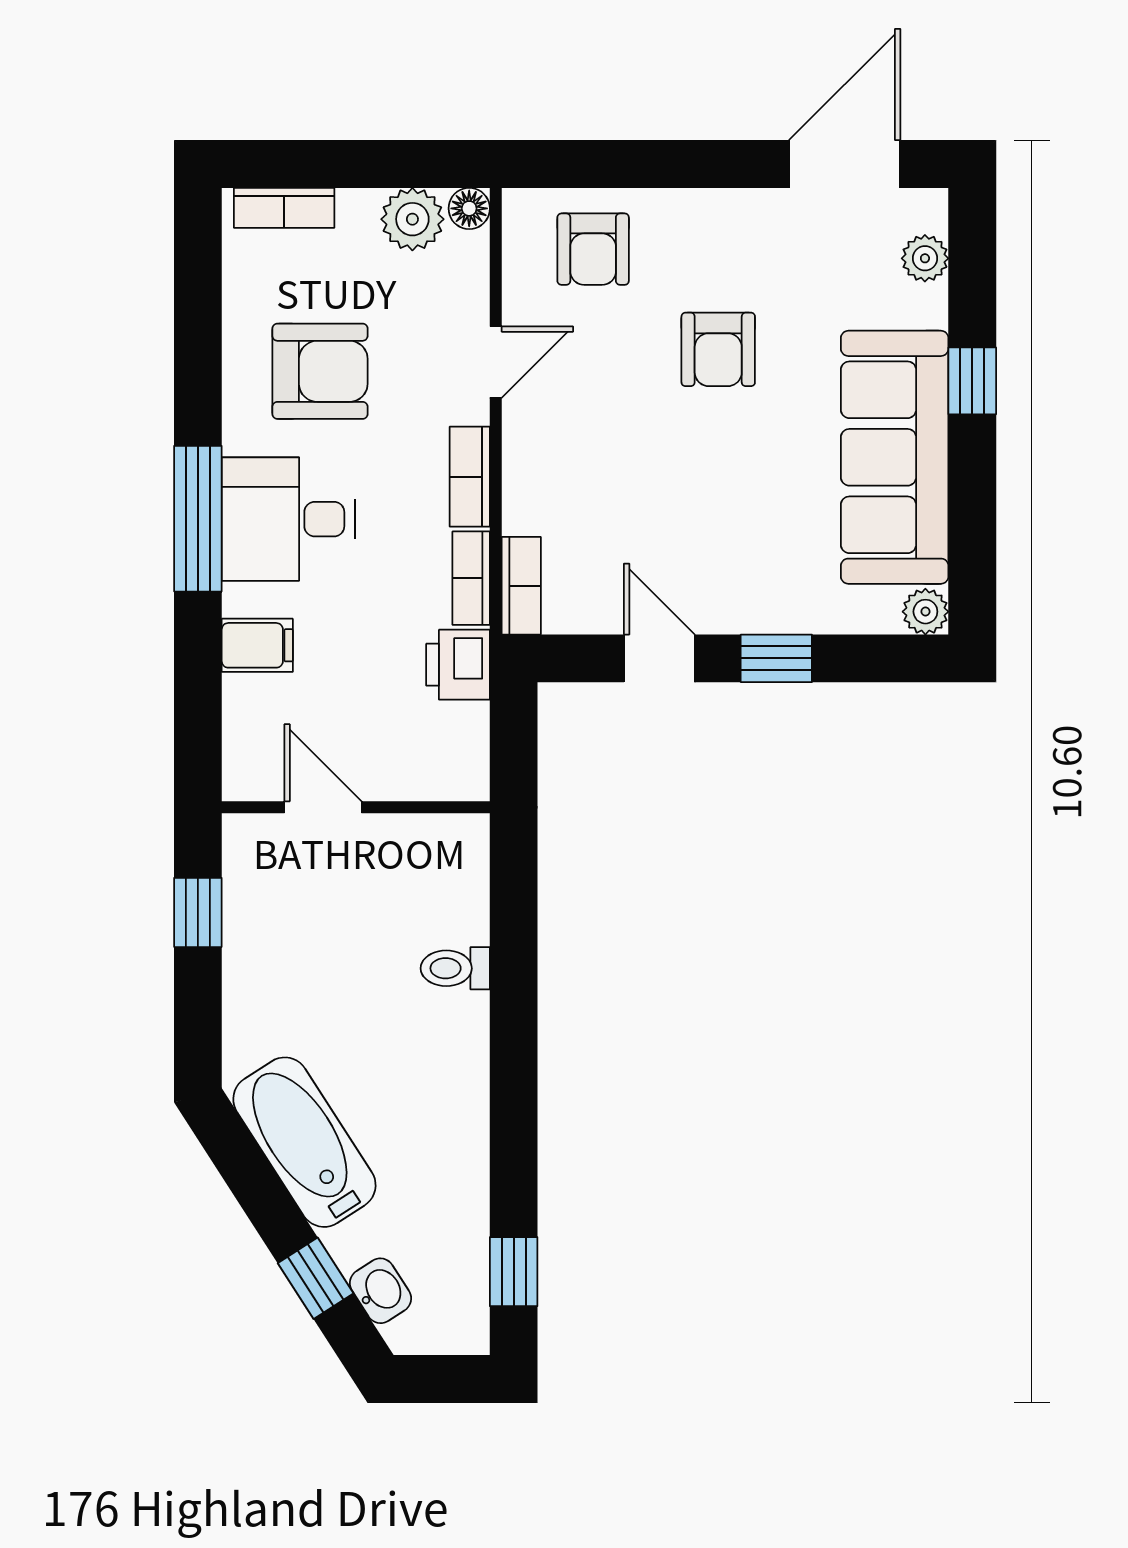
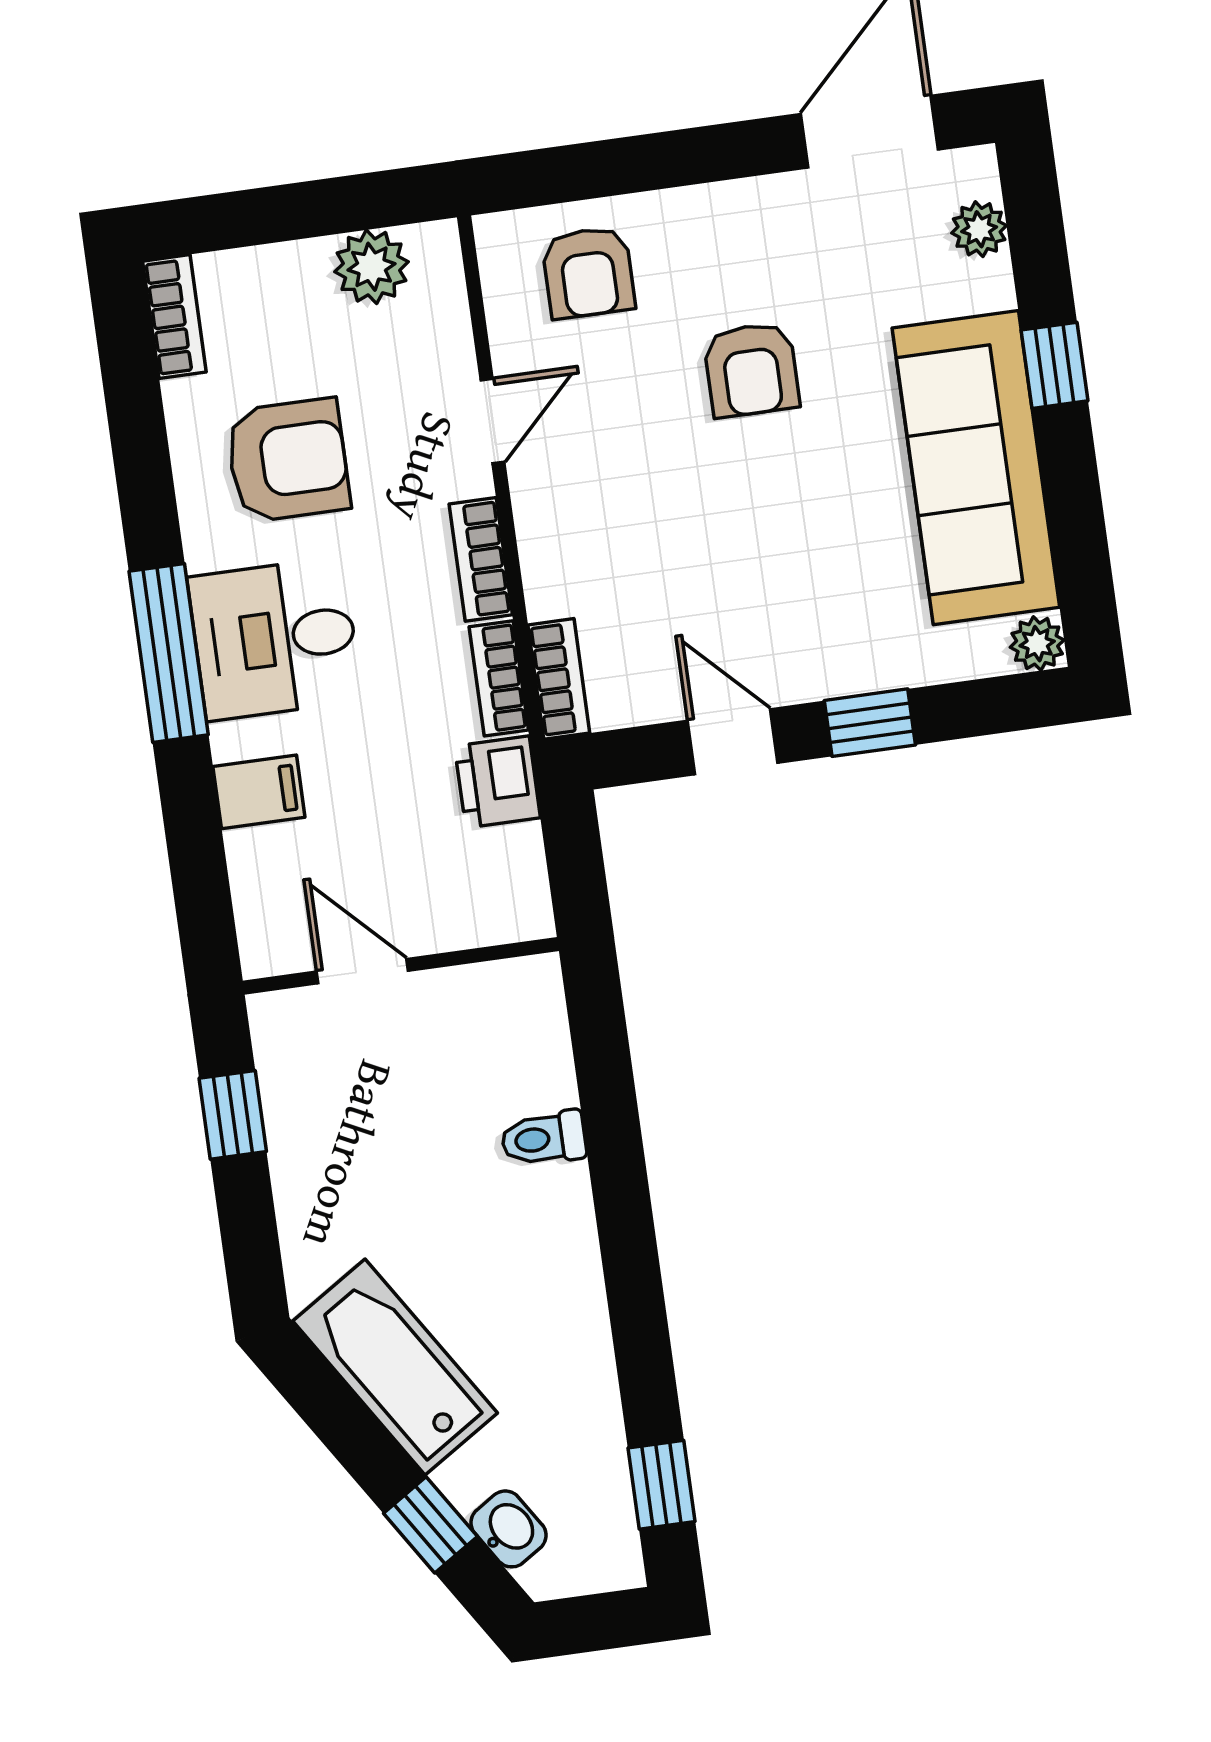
bookcase: (284, 208) -> (174, 317), moved, turned -90
floor lamp: (469, 208) -> (436, 245), removed

